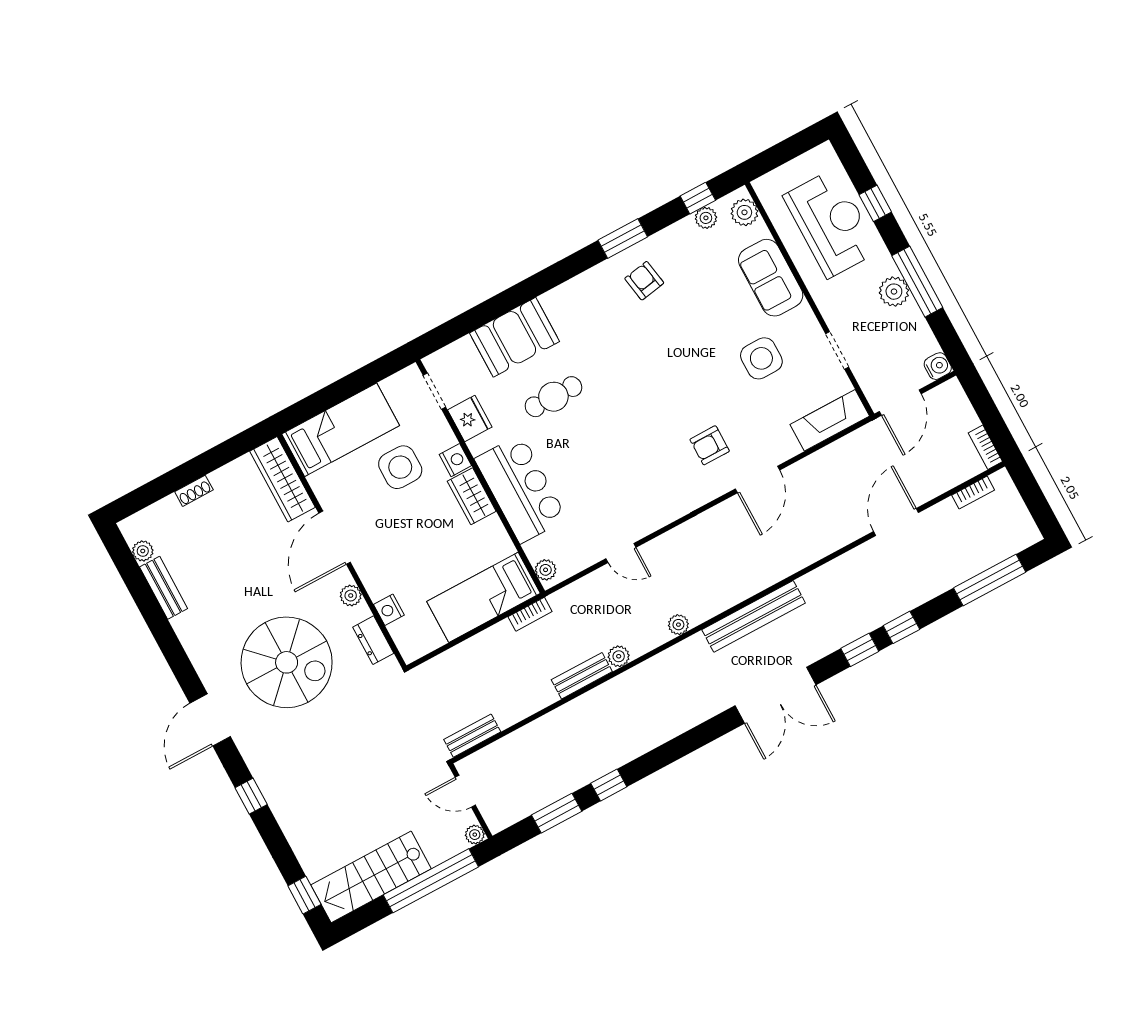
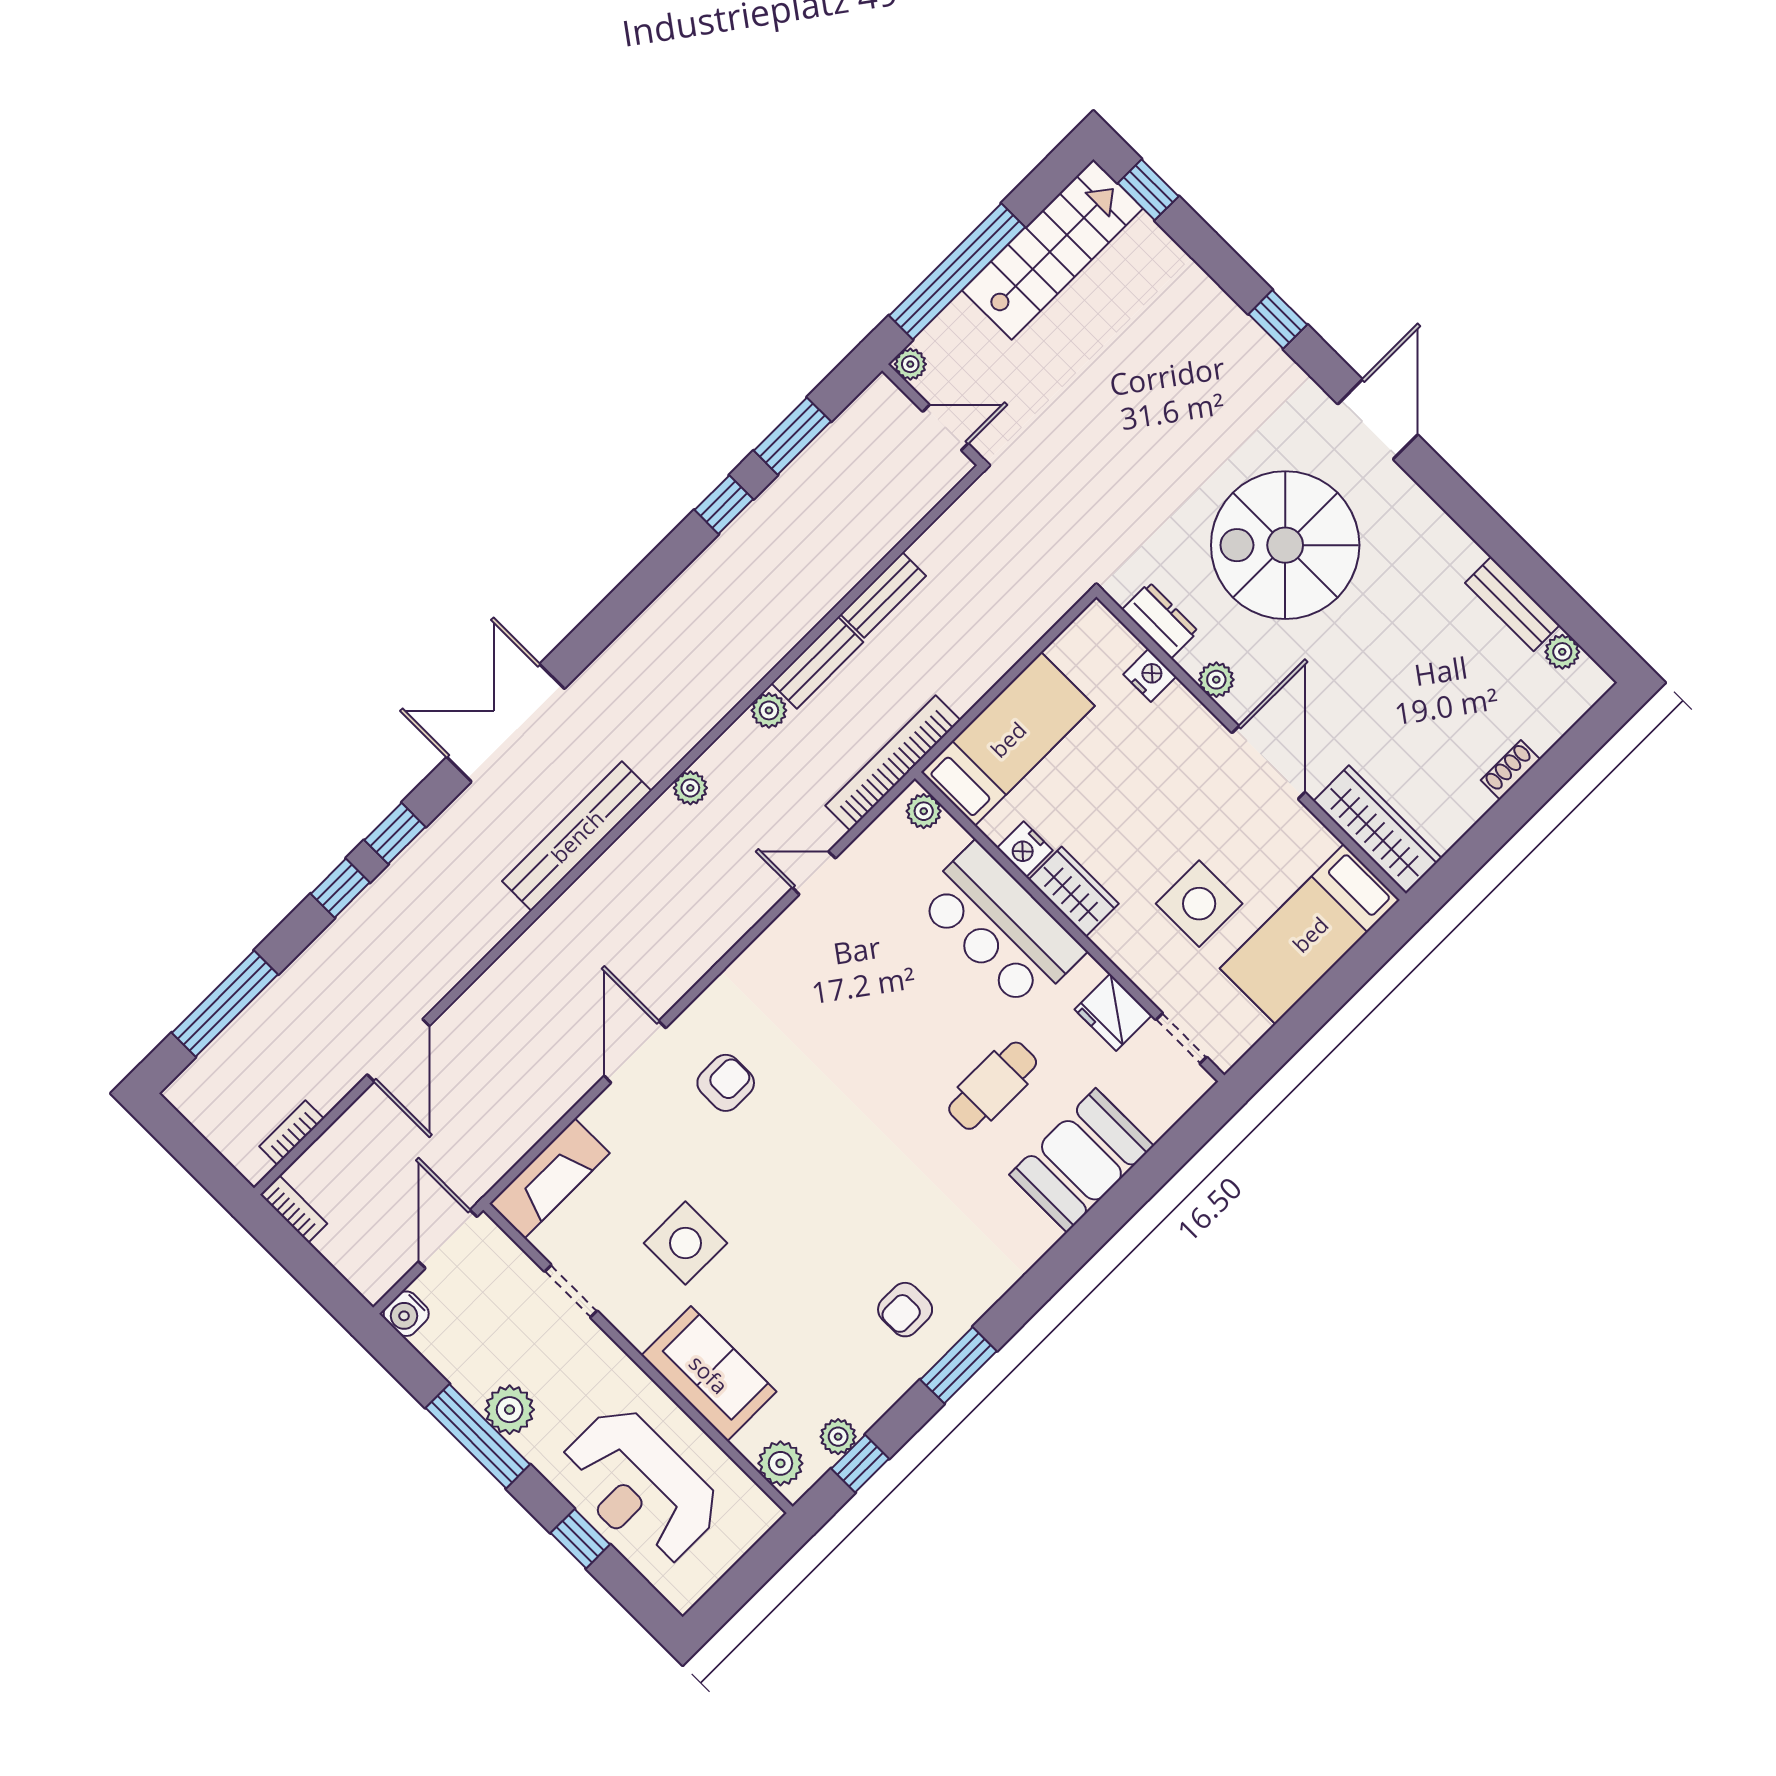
armchair: (644, 281) -> (905, 1310), turned 100
nightstand: (455, 460) -> (1025, 849), moved
bookcase: (530, 614) -> (893, 763), width x2.31, depth x1.31
bench: (472, 736) -> (883, 595), moved

